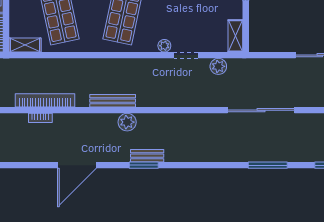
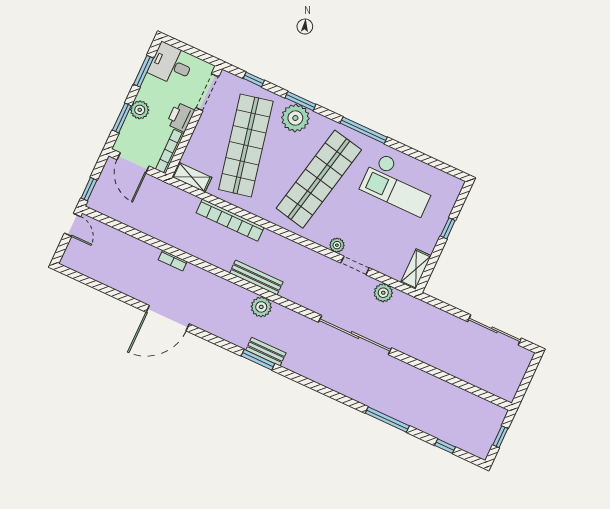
bookcase: (45, 100) -> (230, 220), moved, turned 180
sliding door: (261, 110) -> (355, 335), moved
door: (77, 165) -> (168, 318), moved

